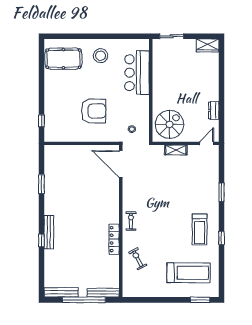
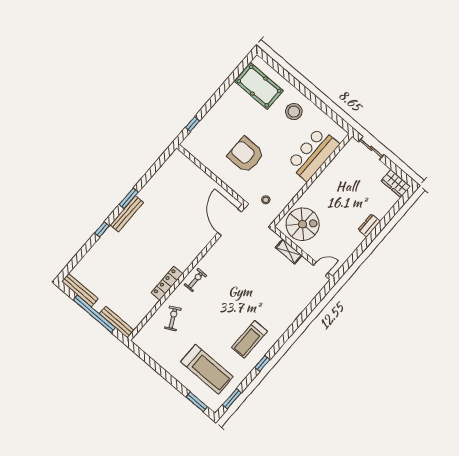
armchair: (94, 111) -> (246, 155), turned 180
dresser: (214, 111) -> (369, 225), moved
window: (41, 184) -> (129, 198), moved
window: (221, 192) -> (232, 399), moved
bench: (49, 232) -> (127, 214), moved

